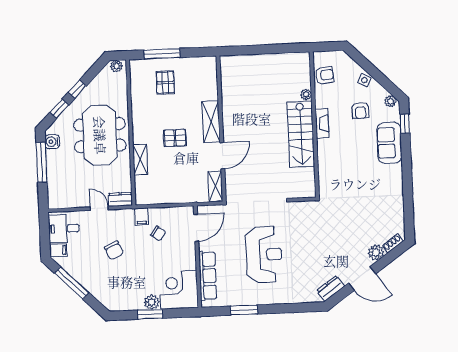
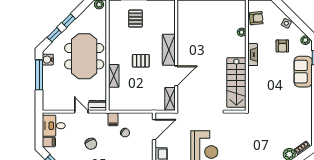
stairs: (301, 134) -> (236, 82), moved

